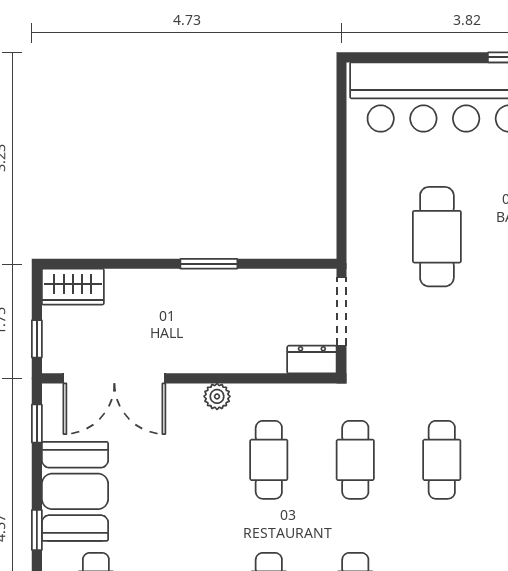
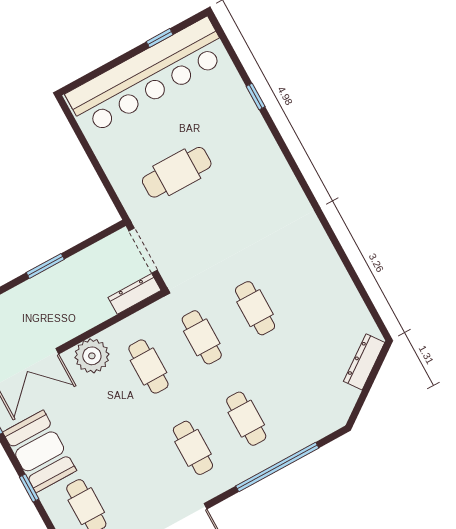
cafe table: (437, 237) -> (177, 172), turned 90
dresser: (312, 360) -> (135, 294), width x1.44
plant: (217, 396) -> (92, 356), width x1.87, depth x1.87

